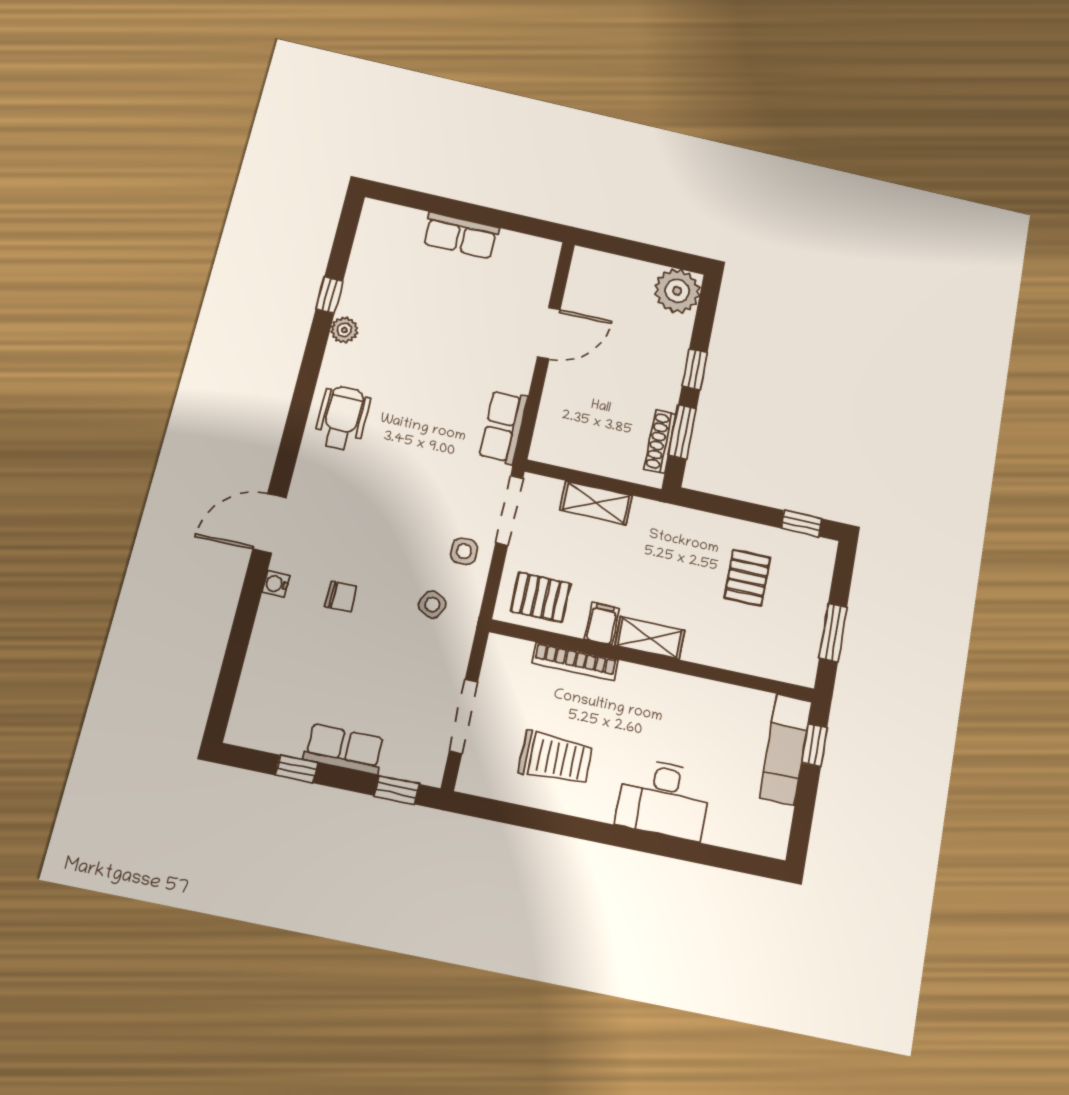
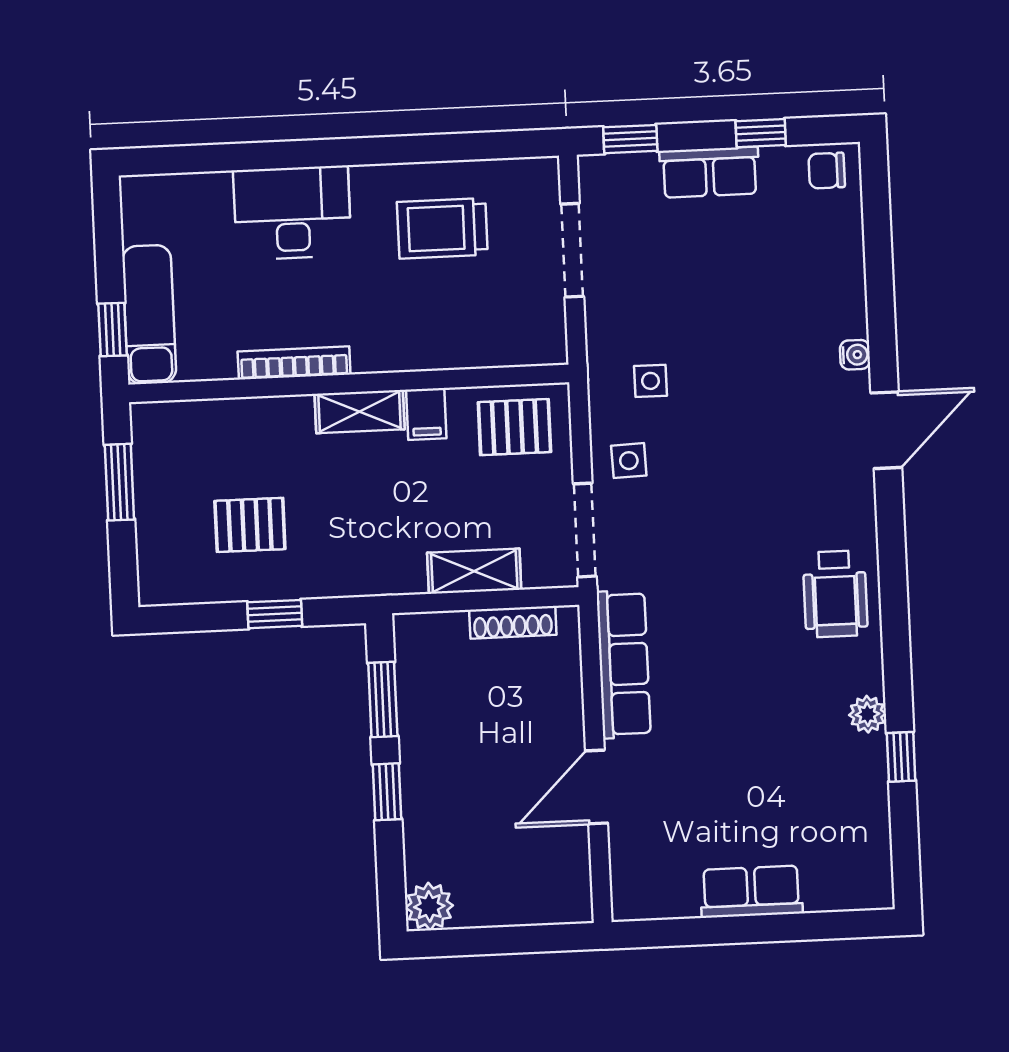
plant: (677, 291) -> (429, 907), width x0.73, depth x0.73
row of seats: (503, 427) -> (624, 664), width x1.48
shoe rack: (660, 441) -> (513, 622), moved, turned 90
window: (801, 523) -> (275, 614), moved
pallet: (747, 578) -> (250, 525), turned 90
chair: (341, 597) -> (827, 171), moved
side table: (432, 605) -> (650, 381), turned -30
bookcase: (575, 662) -> (294, 363), moved

